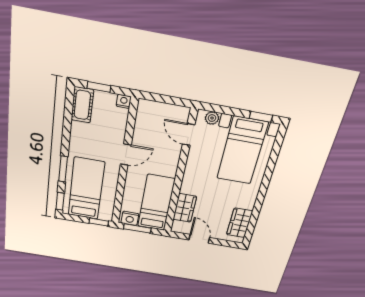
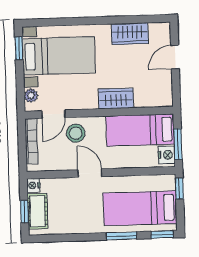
cot: (82, 105) -> (37, 211), moved, turned 90
bookcase: (168, 109) -> (31, 141), added
stool: (166, 150) -> (76, 133), added
wardrobe: (185, 208) -> (116, 99), moved
wardrobe: (240, 223) -> (130, 34), moved
door: (199, 239) -> (175, 57), moved

